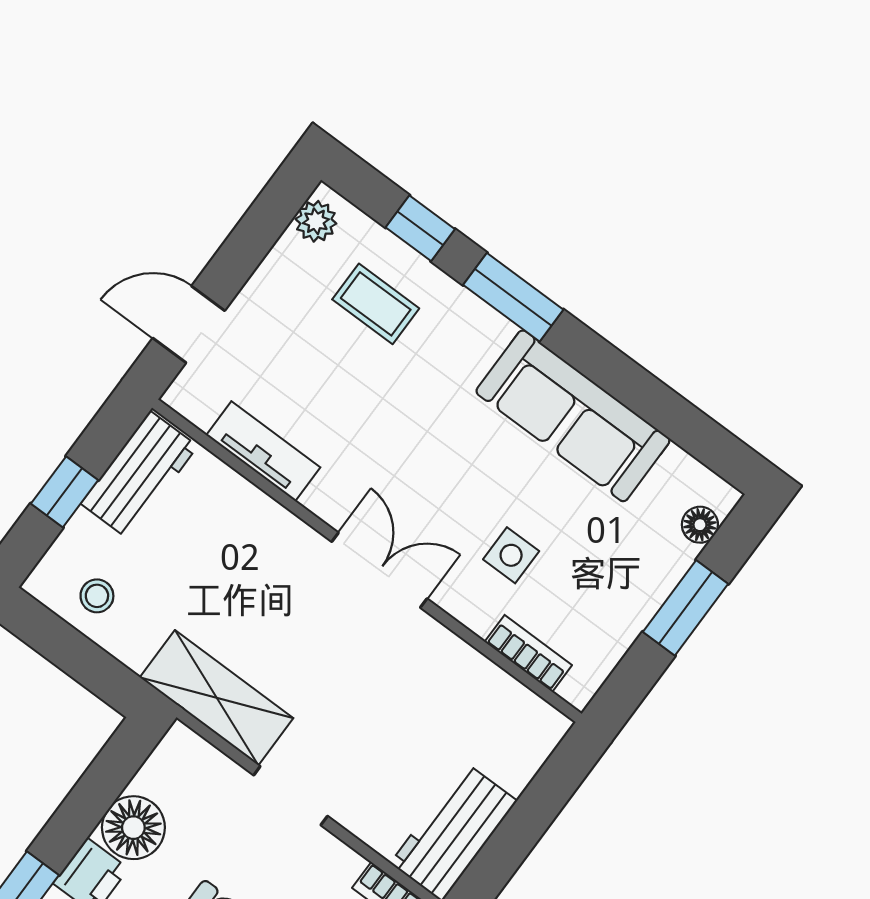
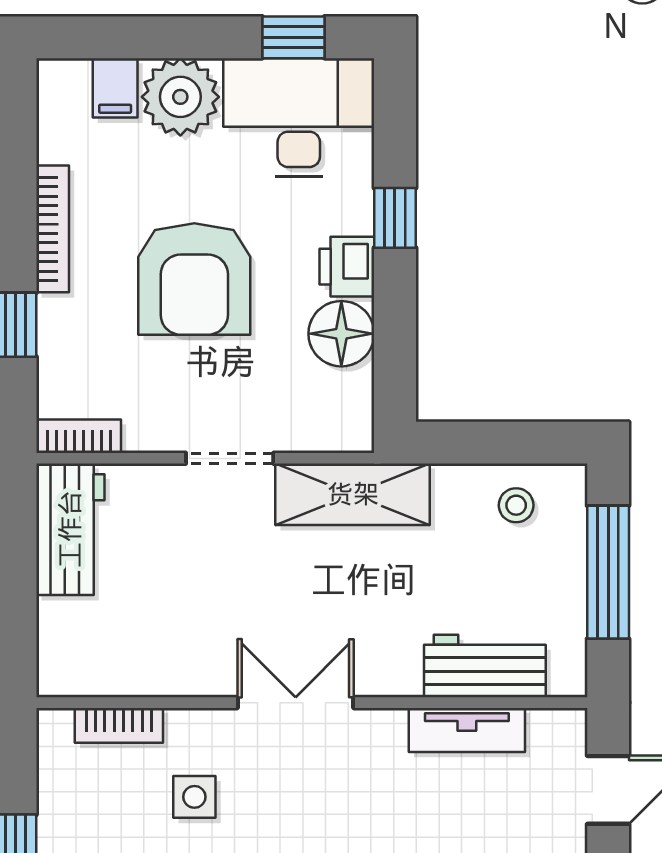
workbench: (139, 475) -> (485, 666), moved, turned 90
window: (64, 492) -> (608, 572), width x2.17
double door: (379, 570) -> (296, 703), swing flipped

